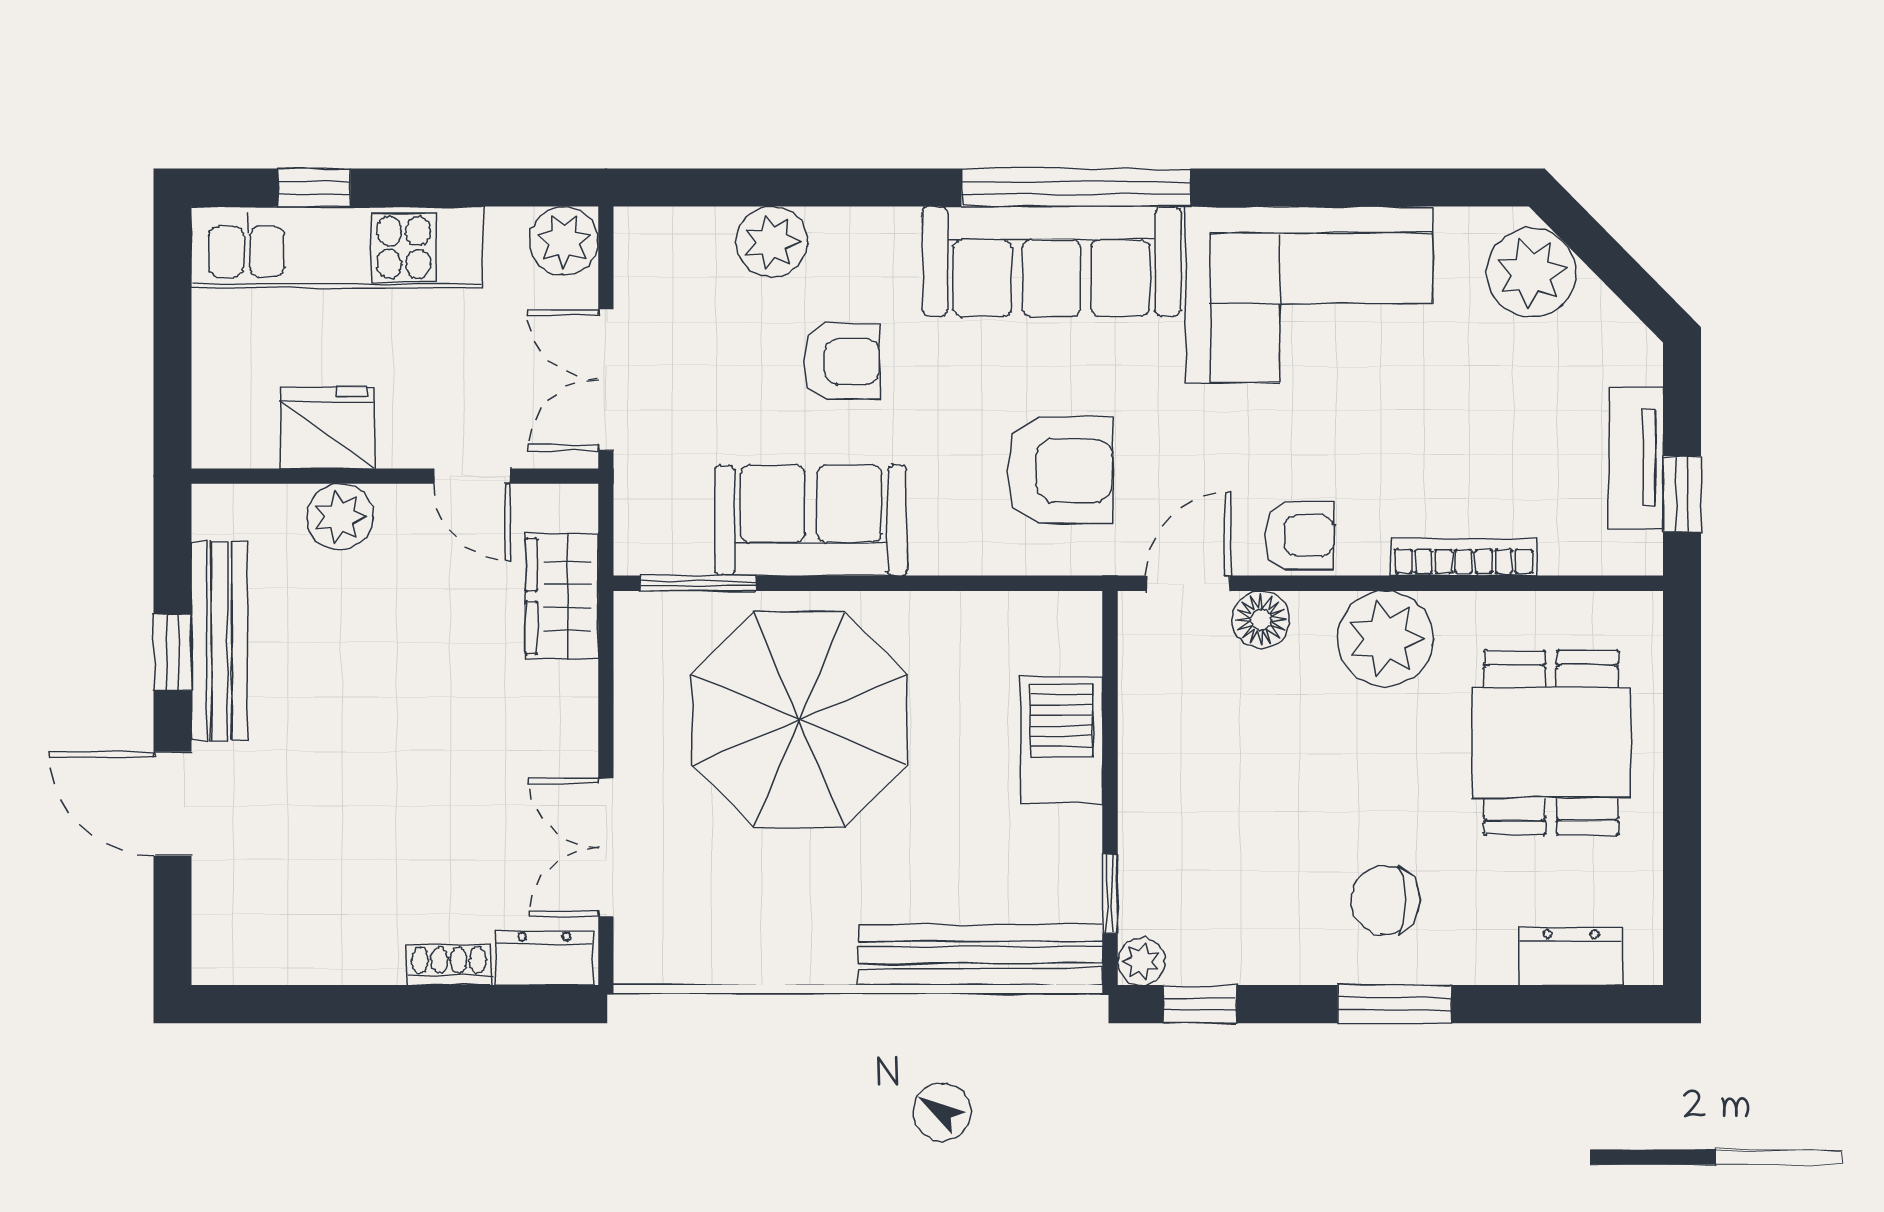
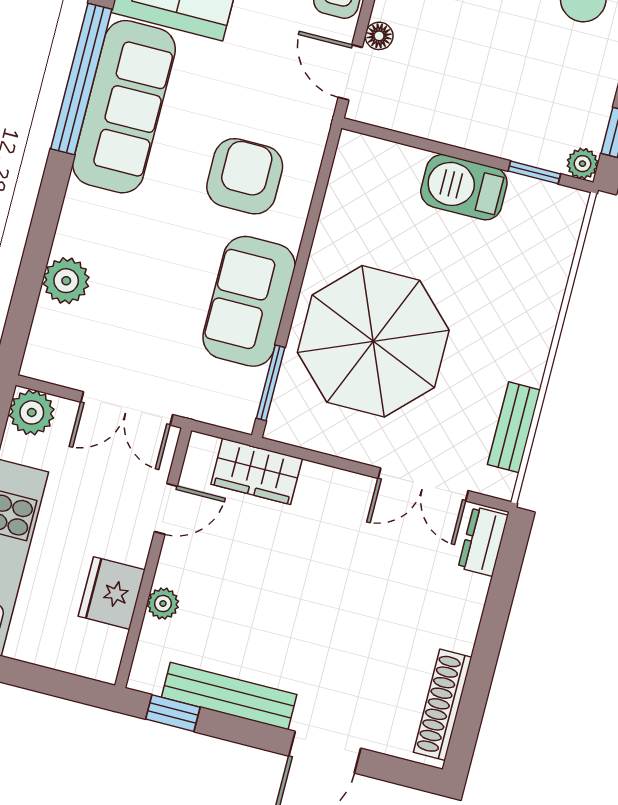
armchair: (841, 362) -> (153, 256), removed
armchair: (1059, 470) -> (245, 176), moved
plant: (340, 517) -> (163, 604), width x0.73, depth x0.73
floor lamp: (1261, 620) -> (379, 36), width x0.73, depth x0.73
window: (172, 652) -> (173, 713), moved
barbecue: (1061, 739) -> (464, 187), moved
bench: (980, 955) -> (514, 427), moved, width x0.54, depth x0.82
shoe rack: (449, 965) -> (443, 705), moved, width x1.94, depth x1.24

